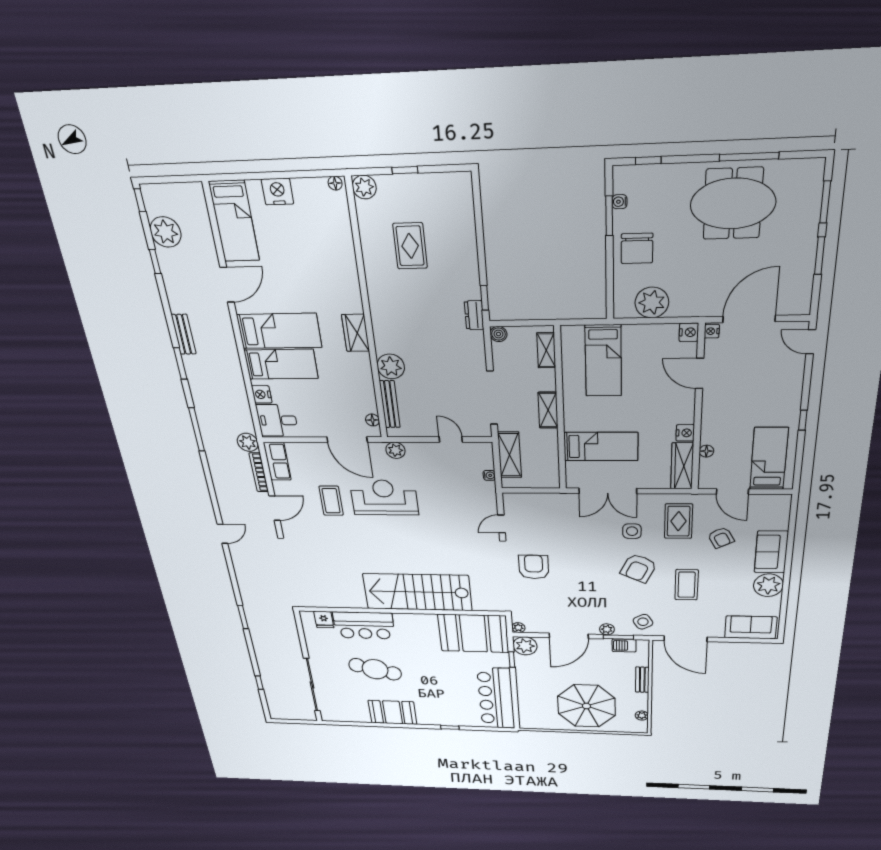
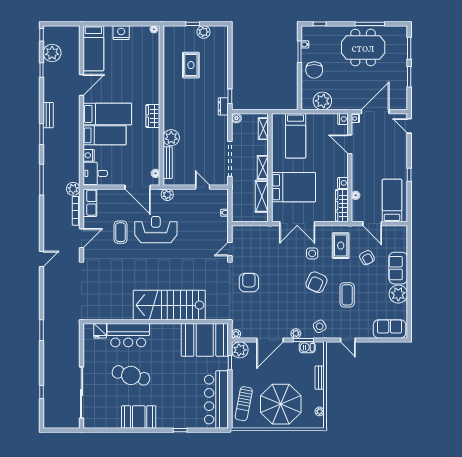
plant: (364, 187) -> (204, 32), moved
bed: (601, 447) -> (293, 187), width x1.50
shelving: (510, 455) -> (262, 196), moved
door: (686, 639) -> (348, 340), width x0.53
sun lounger: (534, 704) -> (244, 404), added

